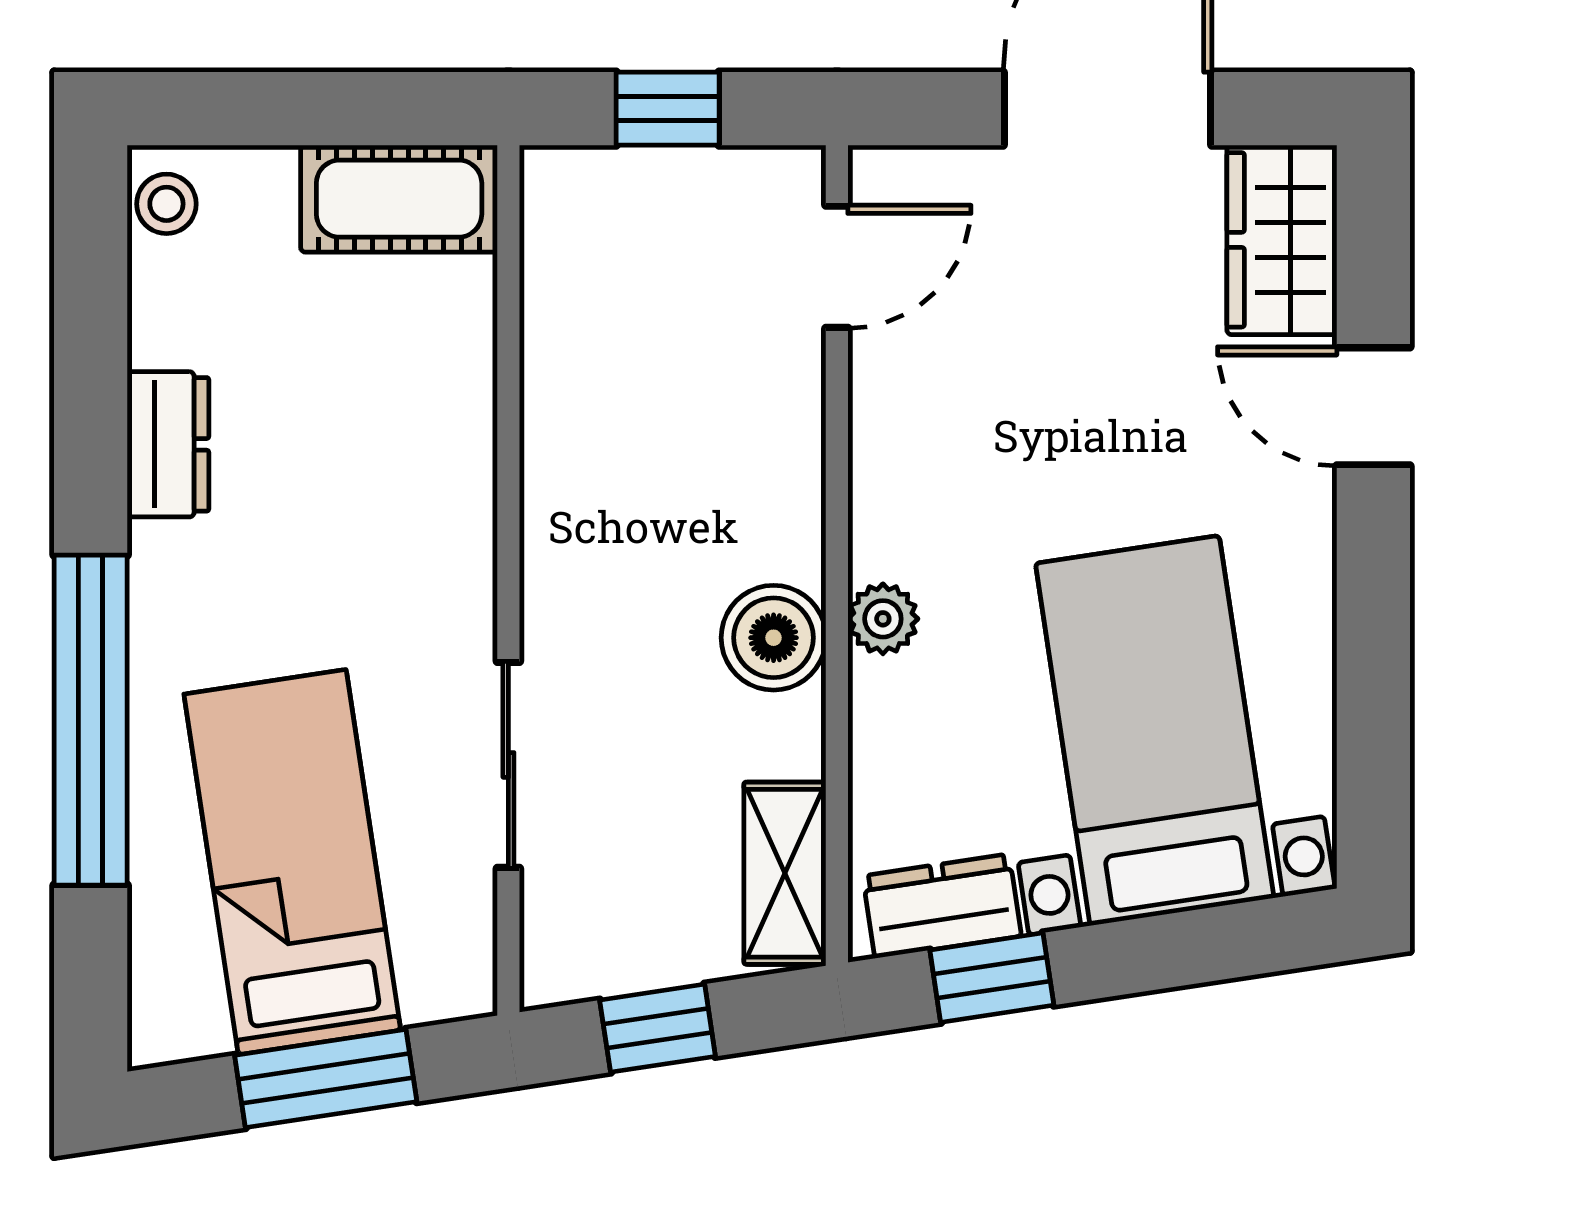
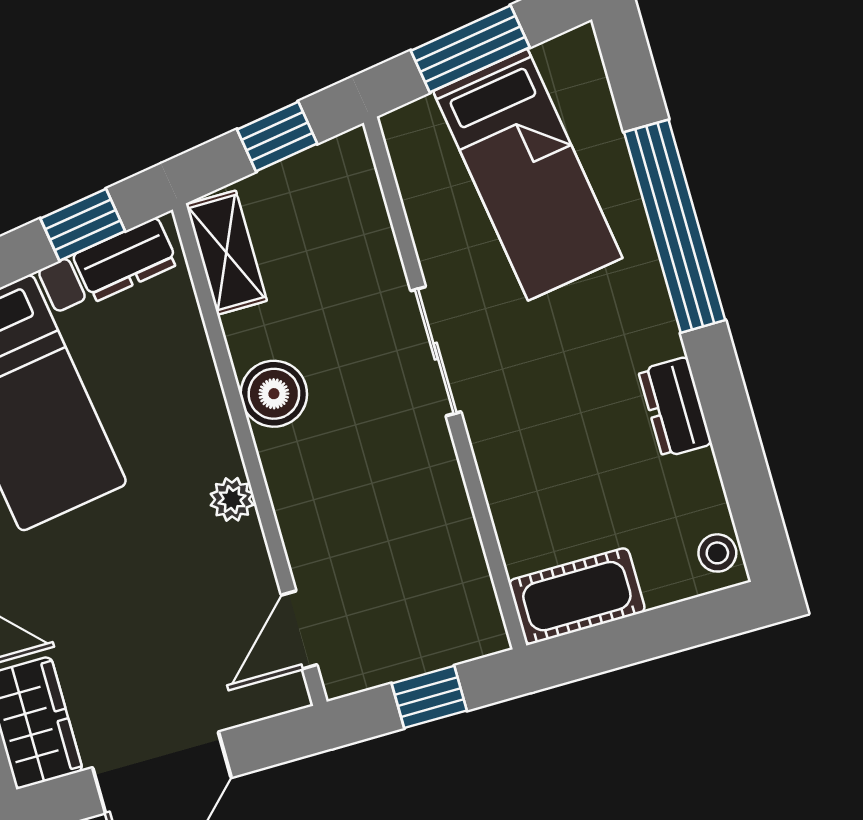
plant: (883, 619) -> (232, 499), moved
sliding door: (508, 765) -> (436, 351), moved

